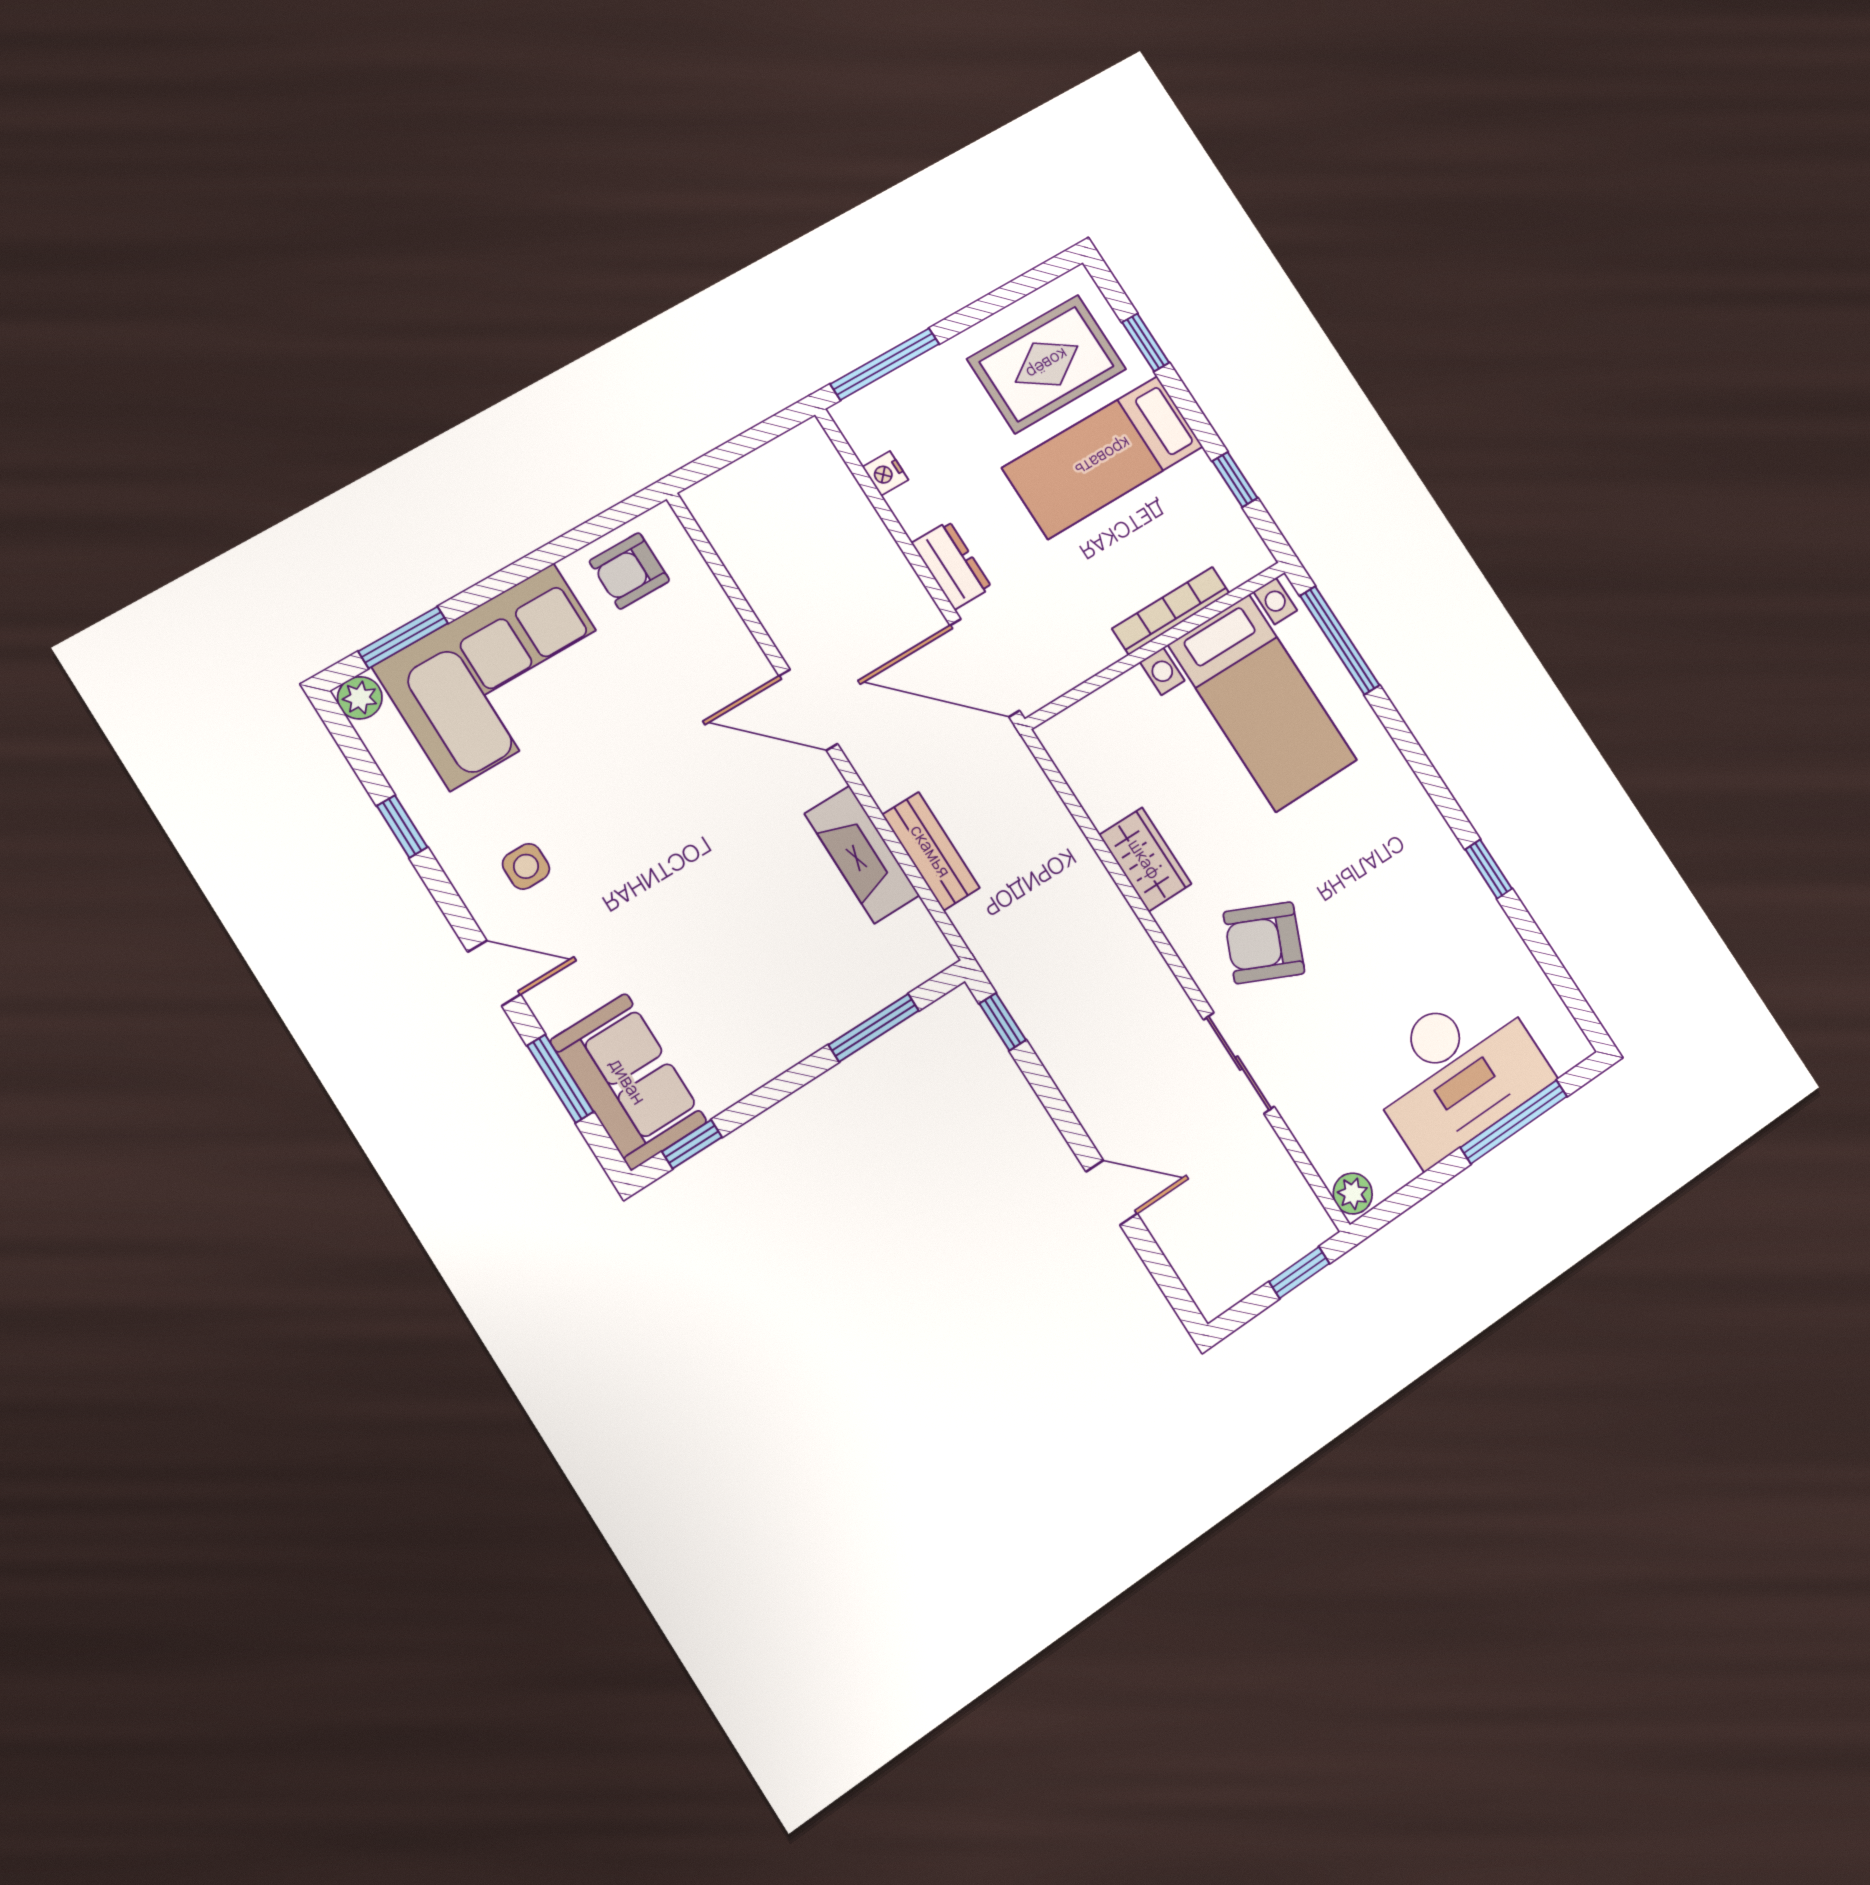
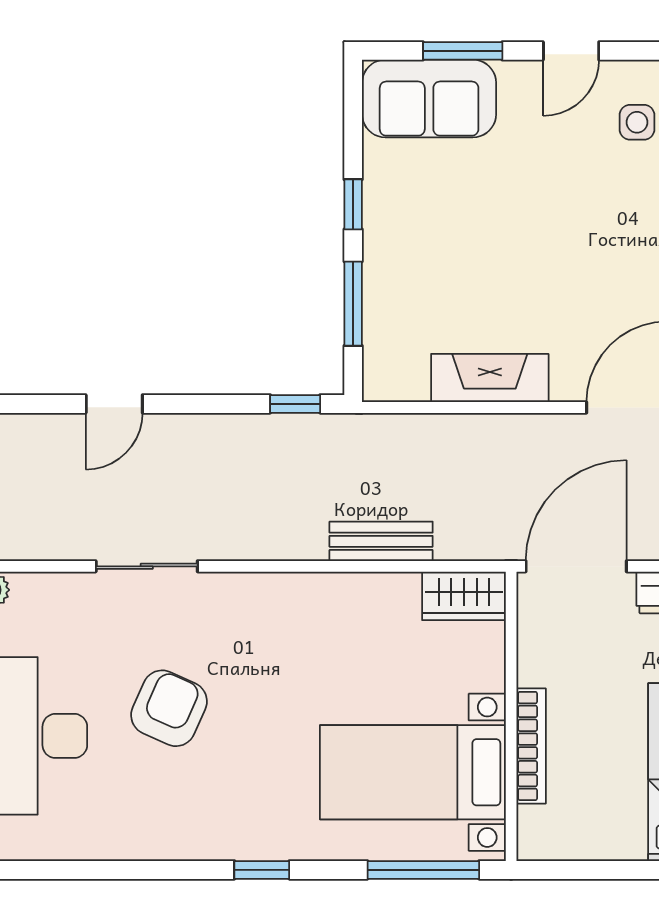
window: (1235, 480) -> (606, 870), removed
bench: (931, 851) -> (381, 541), moved
wardrobe: (1145, 859) -> (464, 596), moved
window: (1489, 869) -> (262, 870), moved
armchair: (1264, 943) -> (169, 708), moved
window: (692, 1144) -> (353, 204), moved

